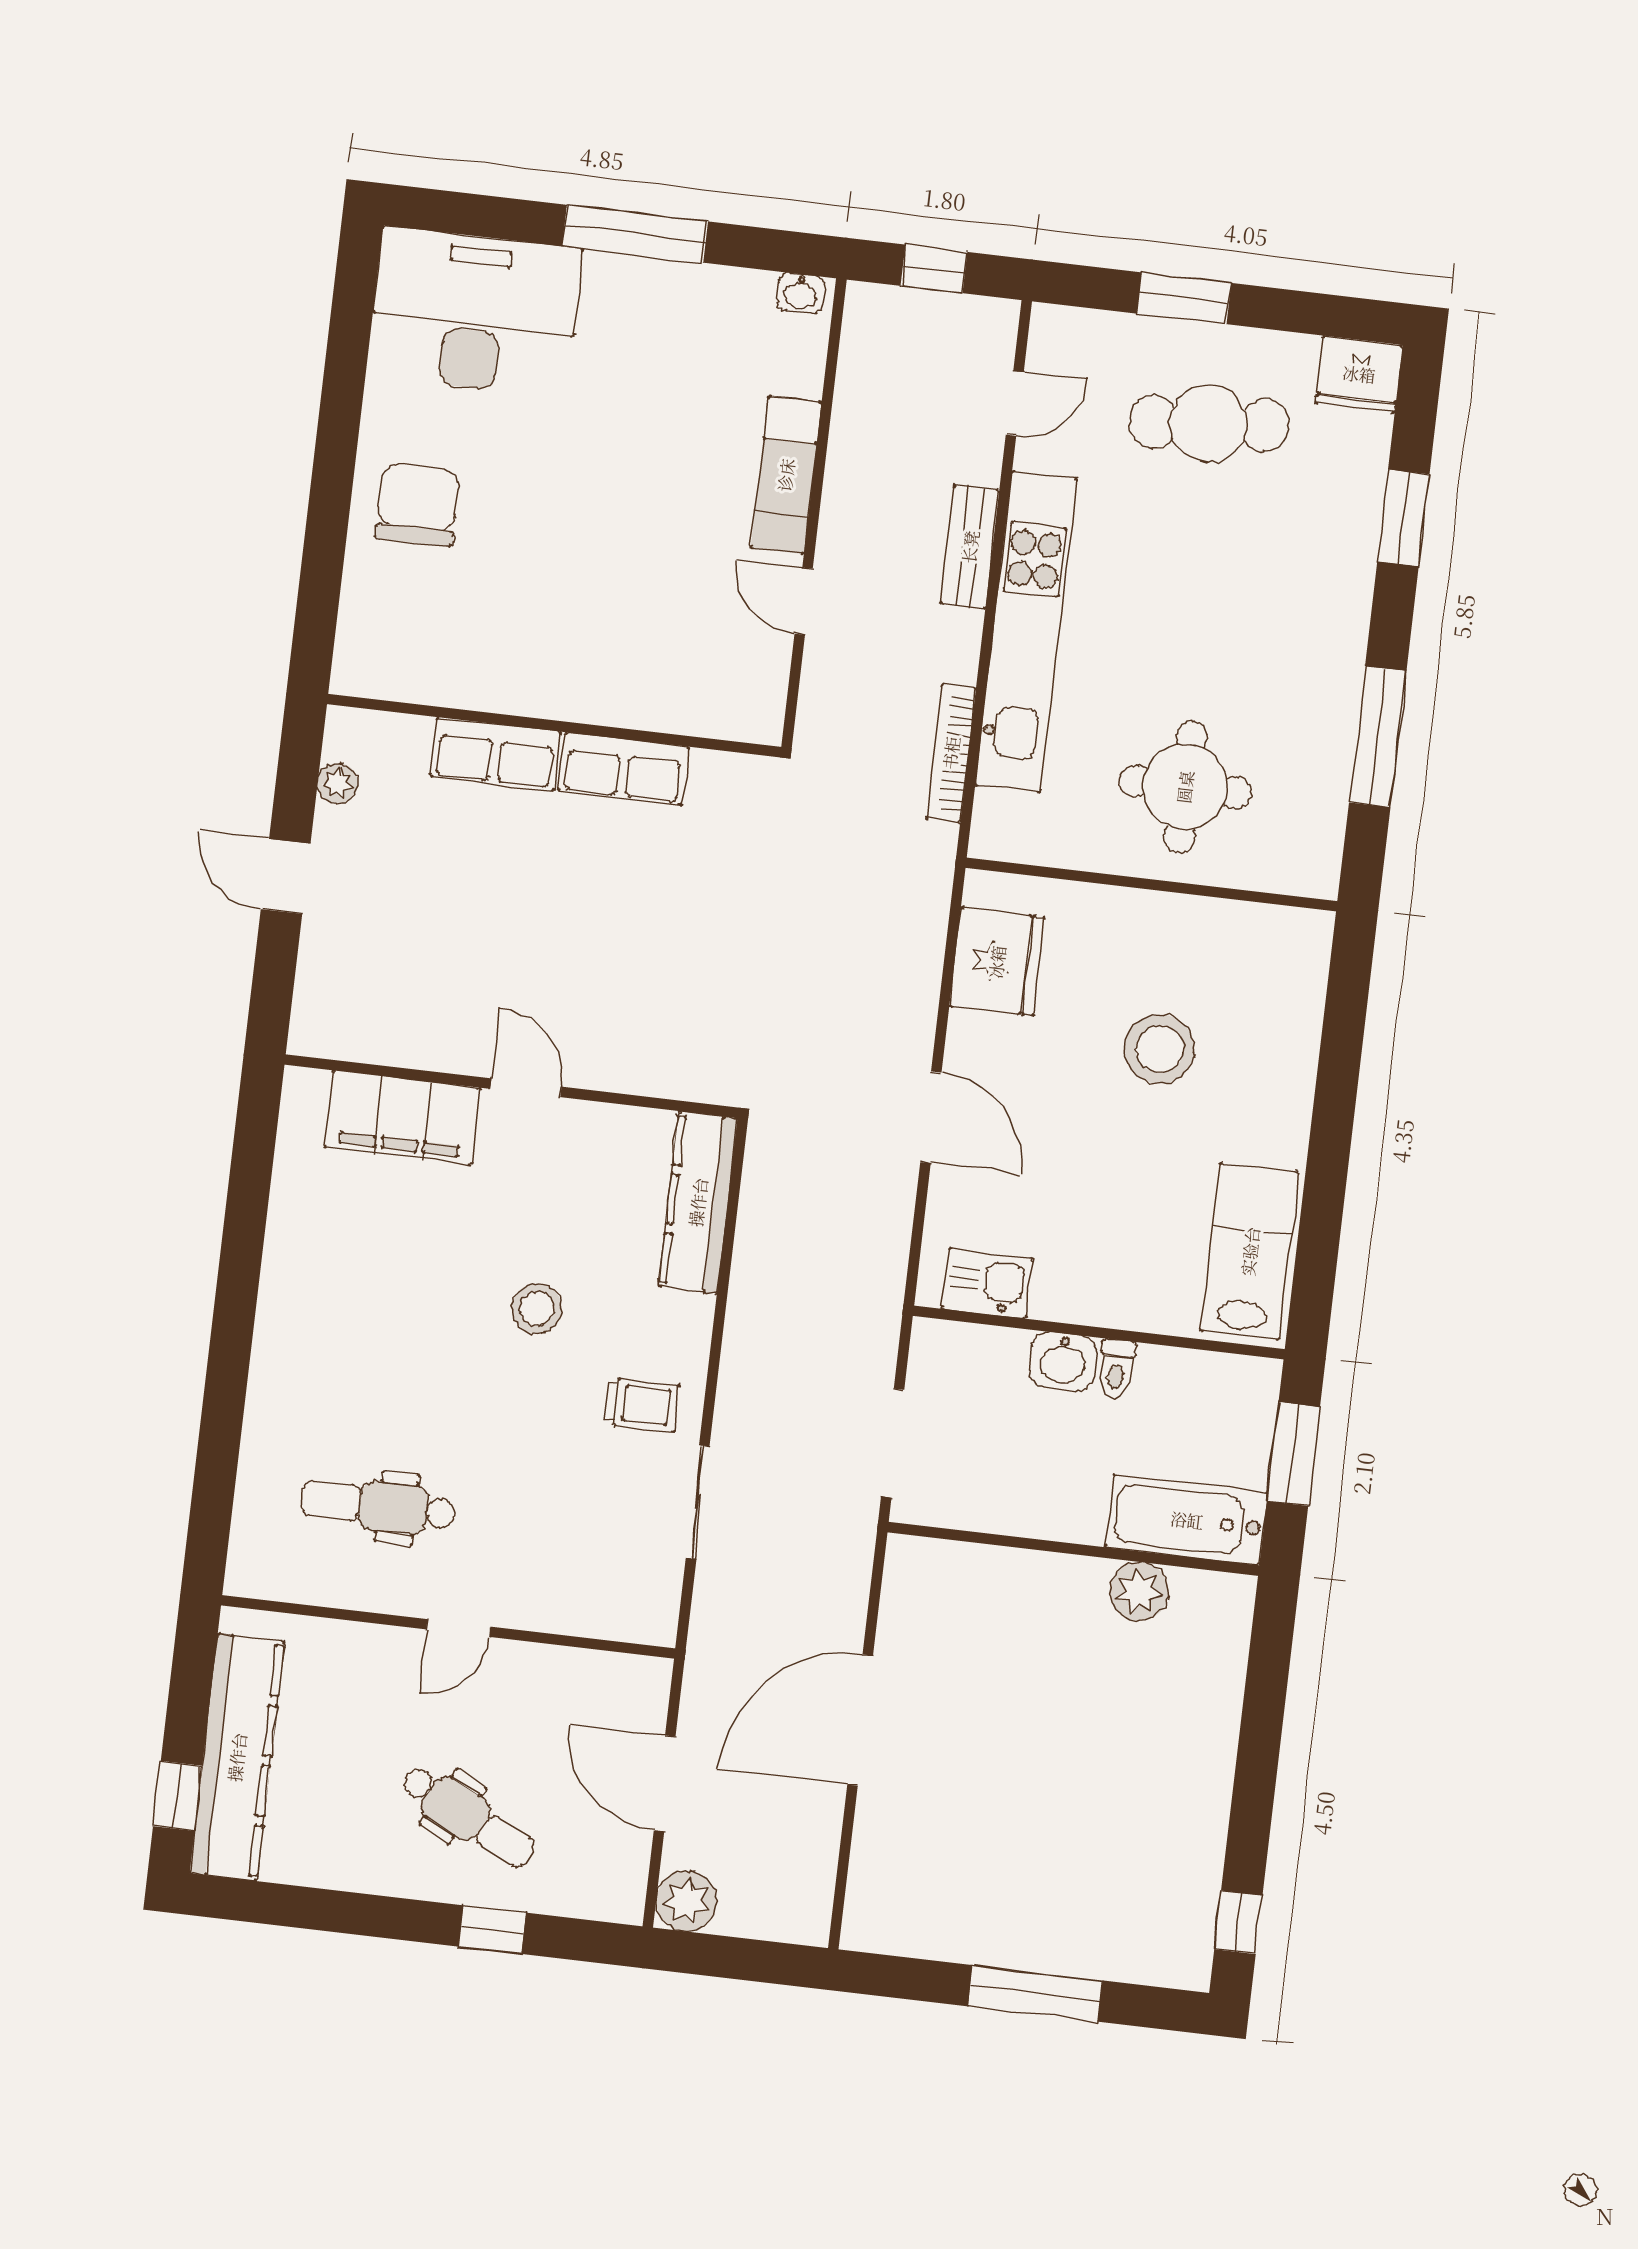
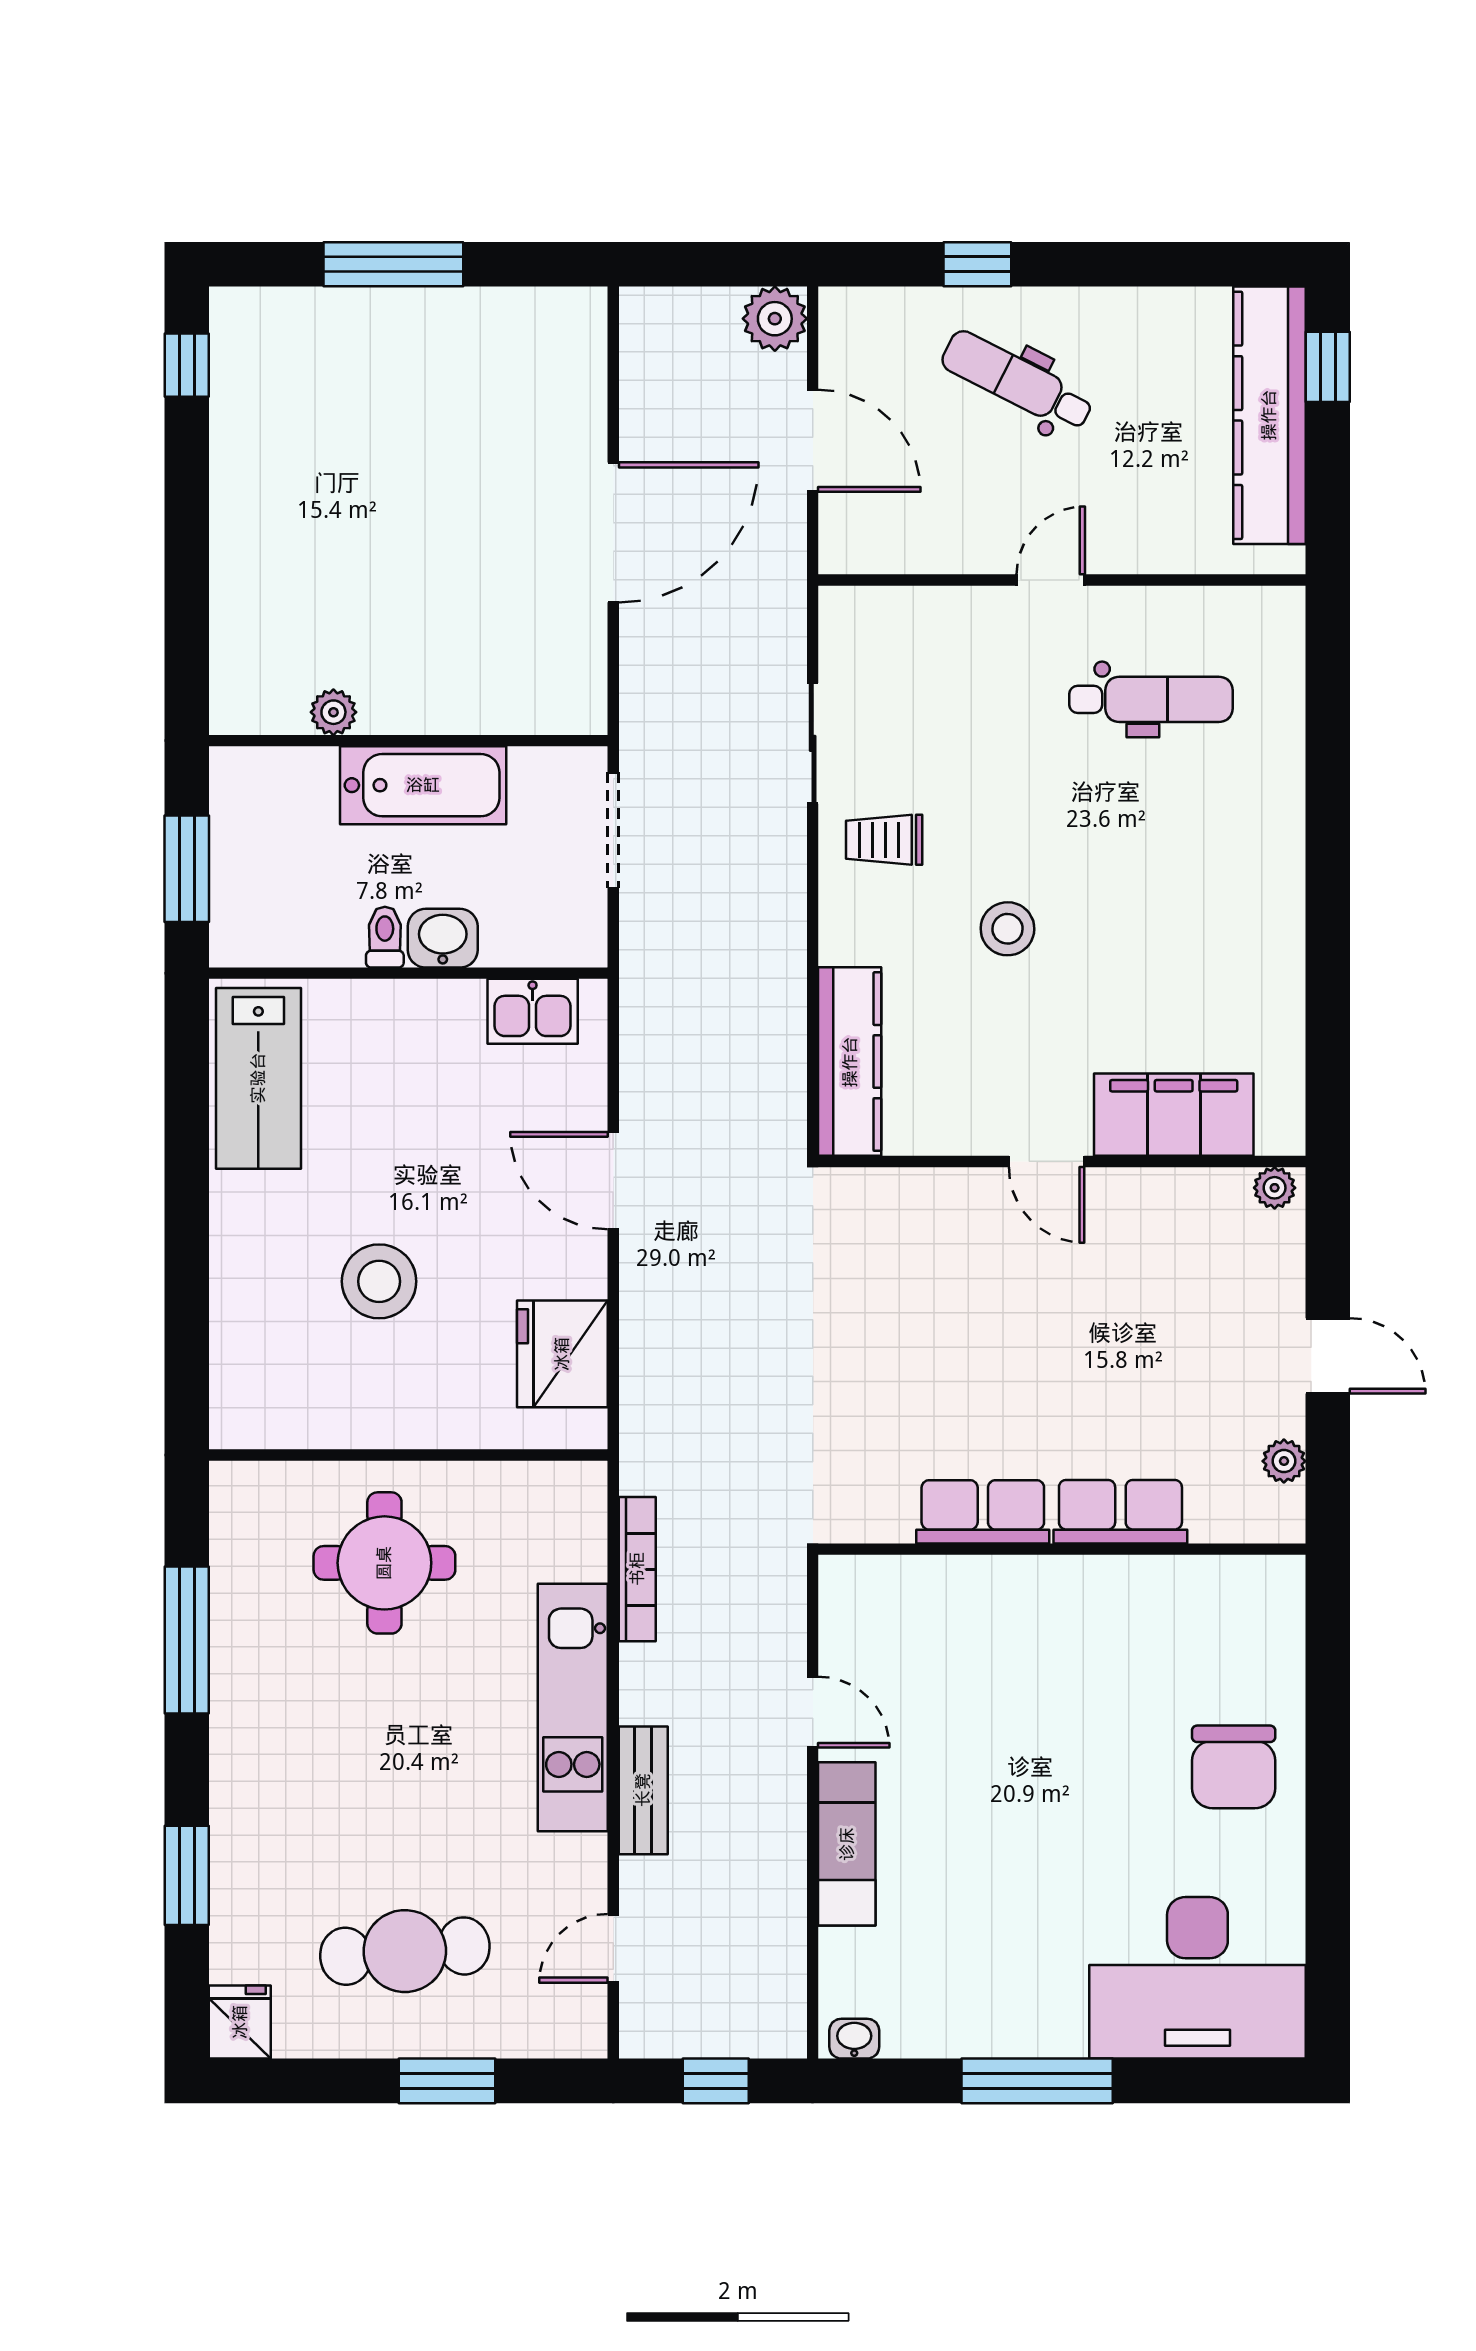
fridge: (1359, 374) -> (240, 2022), width x0.72
kitchen unit: (1026, 632) -> (573, 1708), width x0.73
plant: (317, 1038) -> (1275, 1188), added
bathtub: (1187, 1520) -> (423, 785), moved
plant: (1139, 1591) -> (333, 712), width x0.73, depth x0.73

